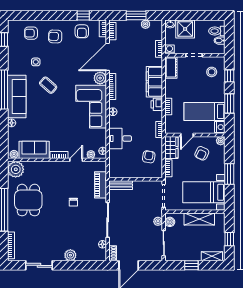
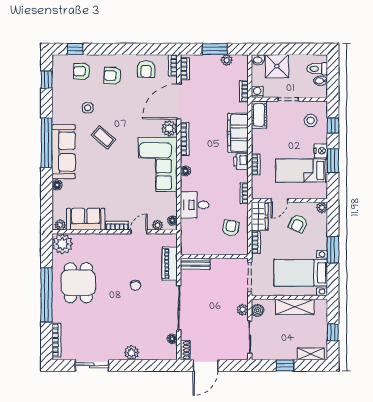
window: (83, 16) -> (75, 49), moved
nightstand: (220, 127) -> (321, 151), moved

